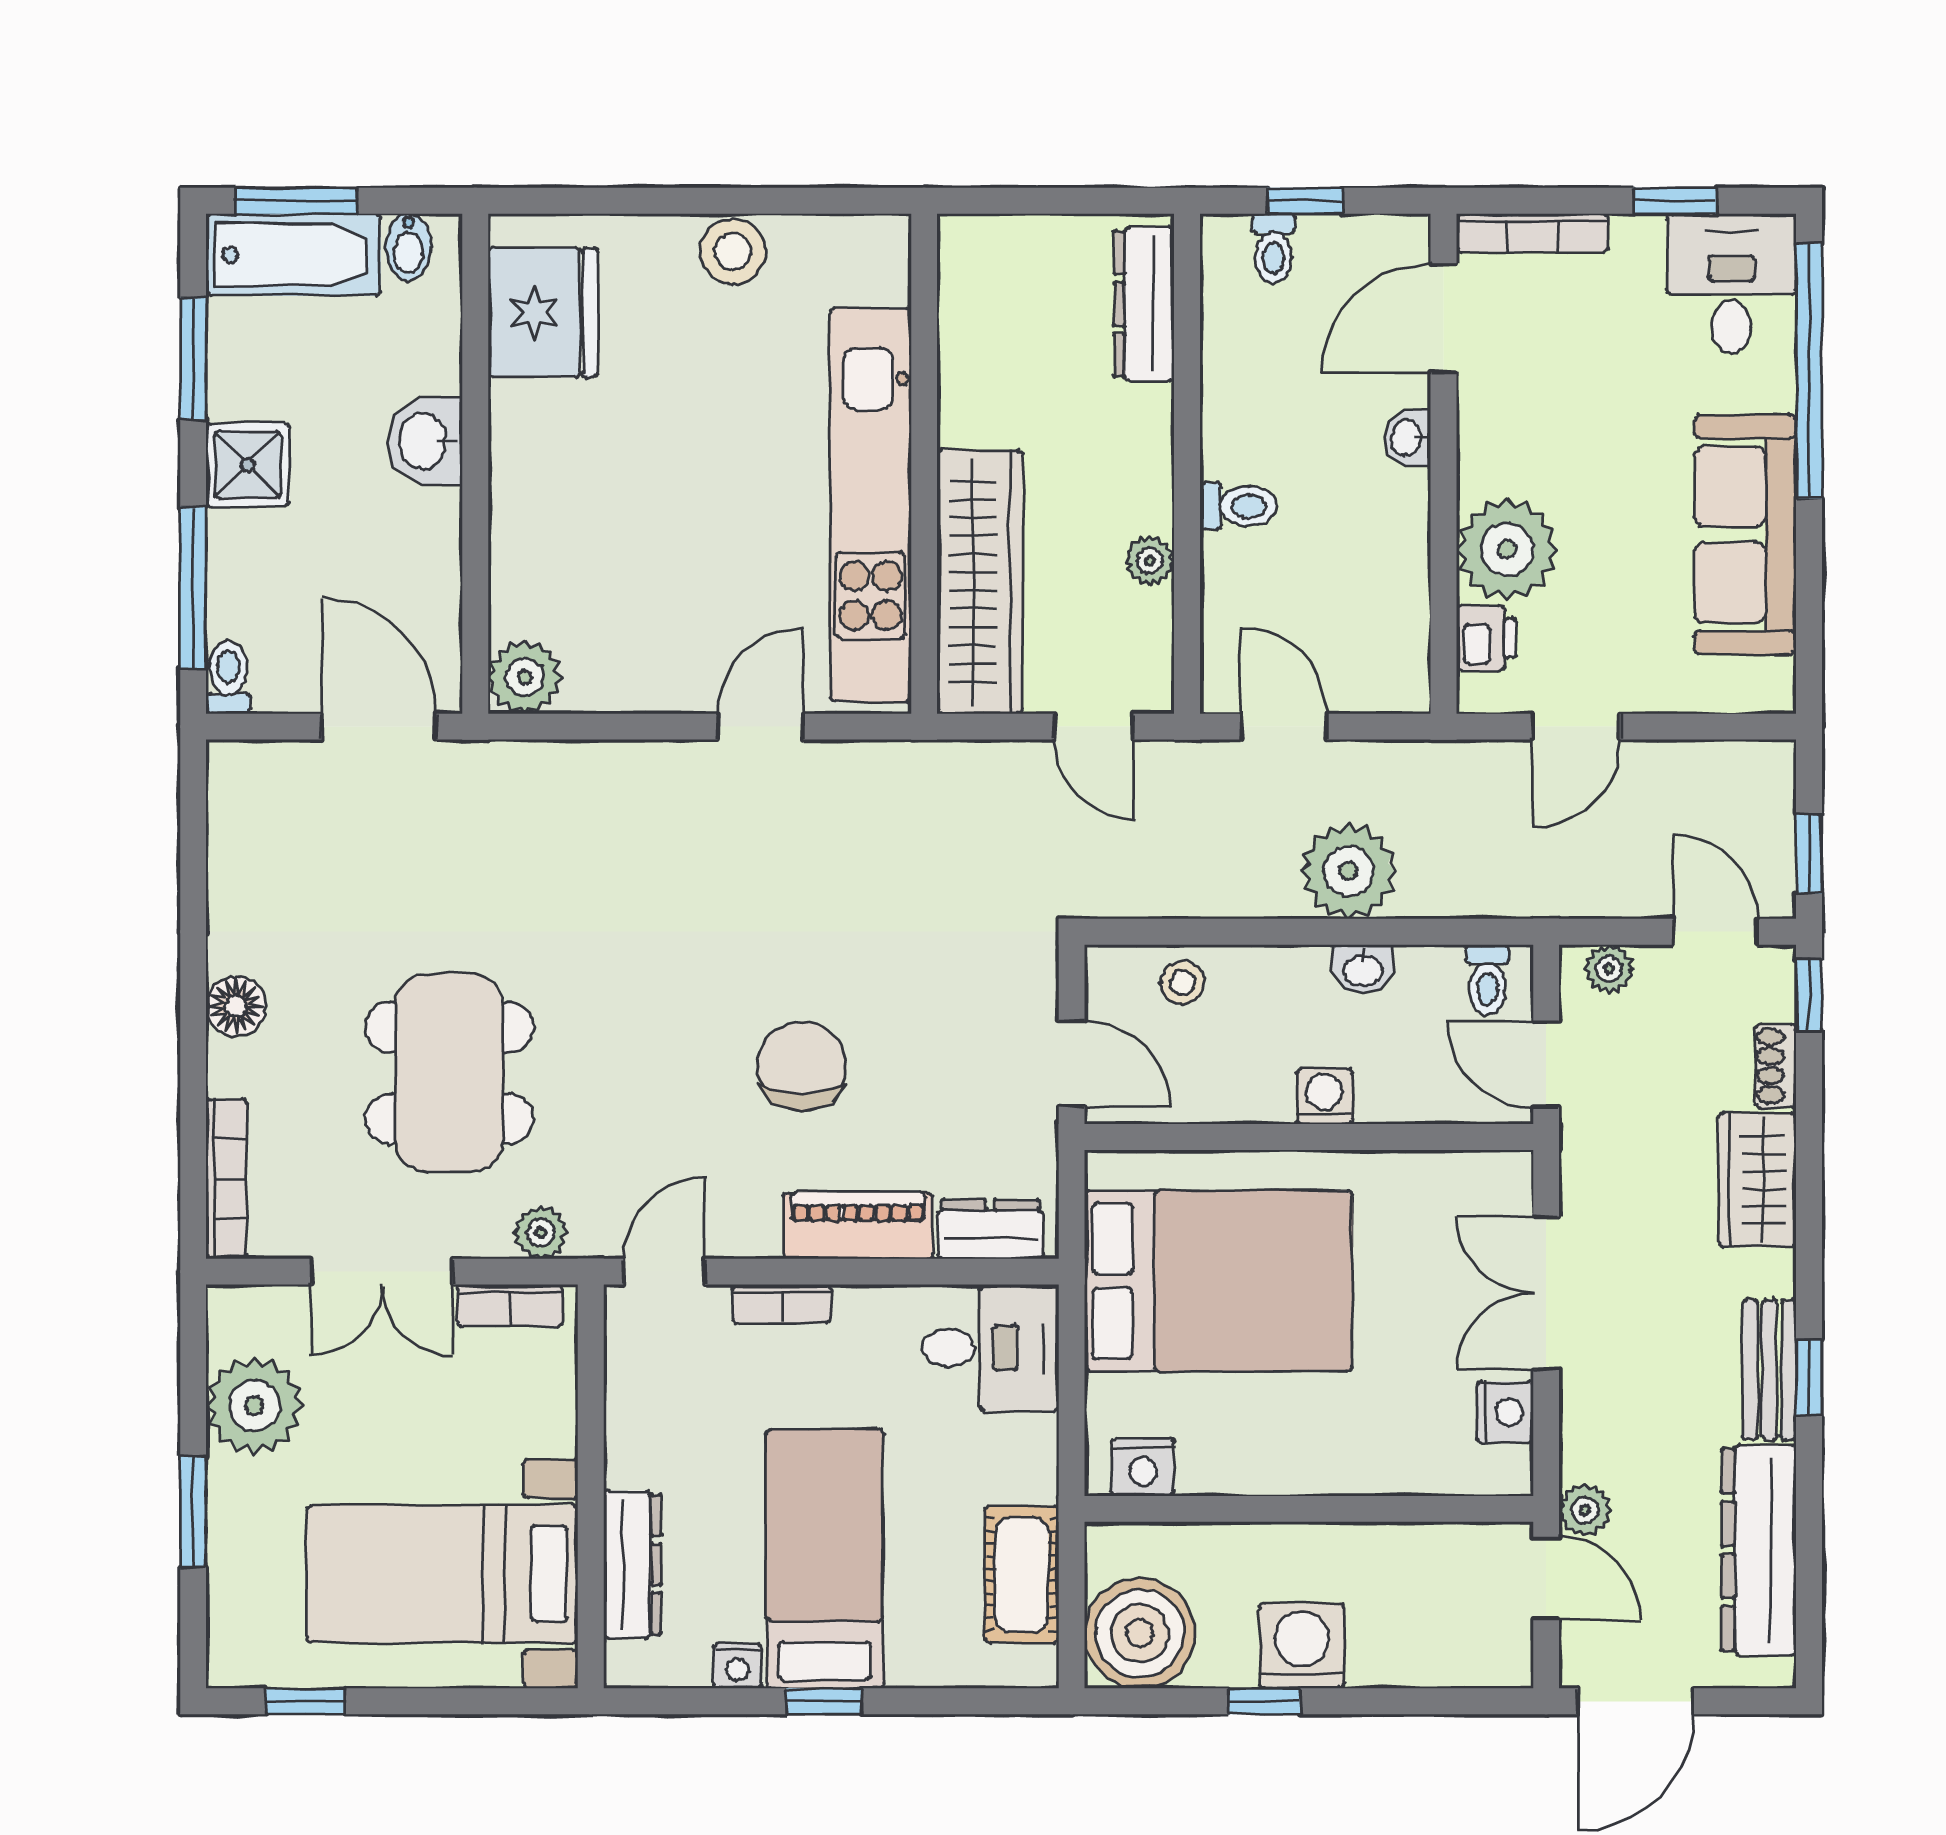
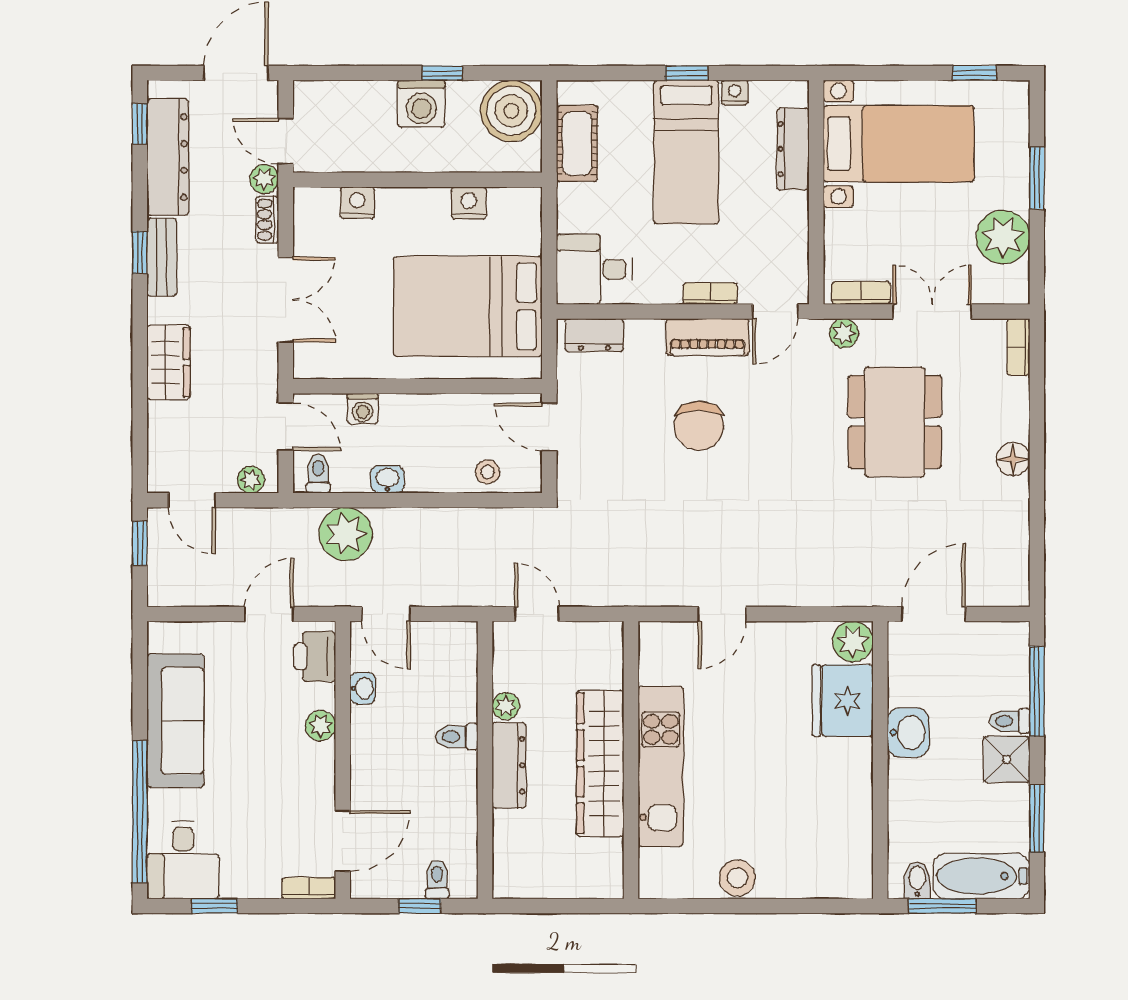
window: (296, 201) -> (942, 906), moved
bookcase: (1532, 233) -> (309, 888), width x0.64
dresser: (1144, 304) -> (509, 765), moved
fridge: (543, 312) -> (843, 701), moved
washbasin: (1408, 438) -> (363, 688), moved
washbasin: (425, 441) -> (908, 732), moved
kitchen unit: (871, 505) -> (661, 766), width x0.73
plant: (1507, 549) -> (321, 726), width x0.53, depth x0.53
wardrobe: (980, 582) -> (600, 763), moved
printer: (1486, 638) -> (315, 656), width x1.36, depth x1.24
toilet: (228, 677) -> (1010, 721), moved, turned 90
door: (379, 727) -> (934, 614), swing flipped
door: (1284, 727) -> (386, 614), moved
plant: (1348, 871) -> (346, 534), moved
window: (1809, 995) -> (140, 124), moved
shoe rack: (1776, 1066) -> (267, 220), moved, turned 180
washing machine: (1324, 1096) -> (363, 409), moved
bookcase: (226, 1179) -> (1018, 347), width x0.64
piano: (858, 1226) -> (708, 337), moved
nightstand: (1505, 1412) -> (357, 203), moved, turned 90
nightstand: (1143, 1467) -> (469, 203), moved

